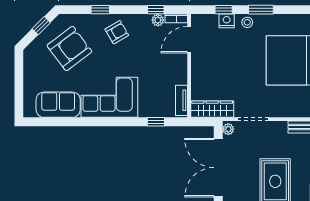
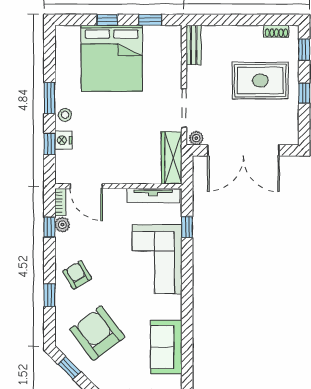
corner sofa: (109, 97) -> (157, 259), moved
tv unit: (182, 100) -> (153, 195), width x1.41

